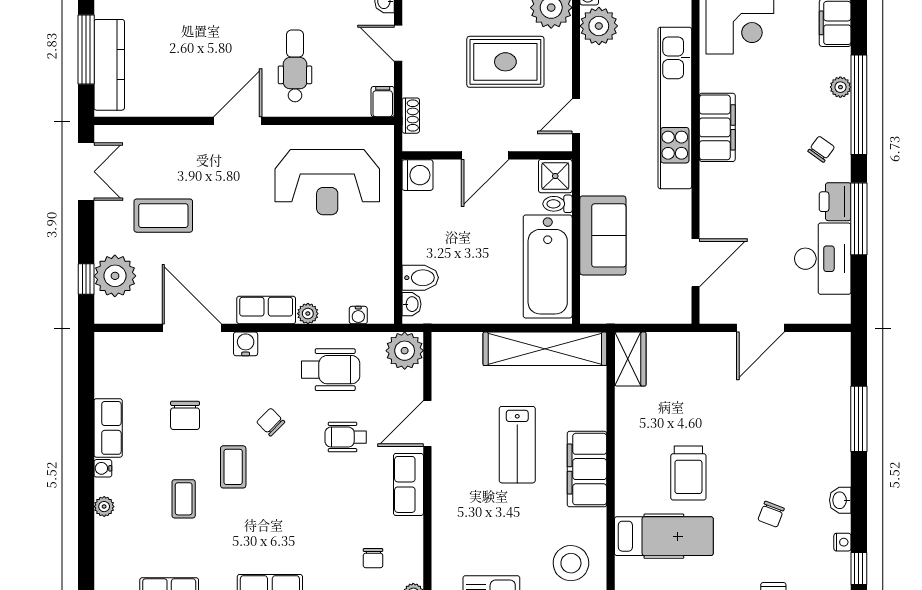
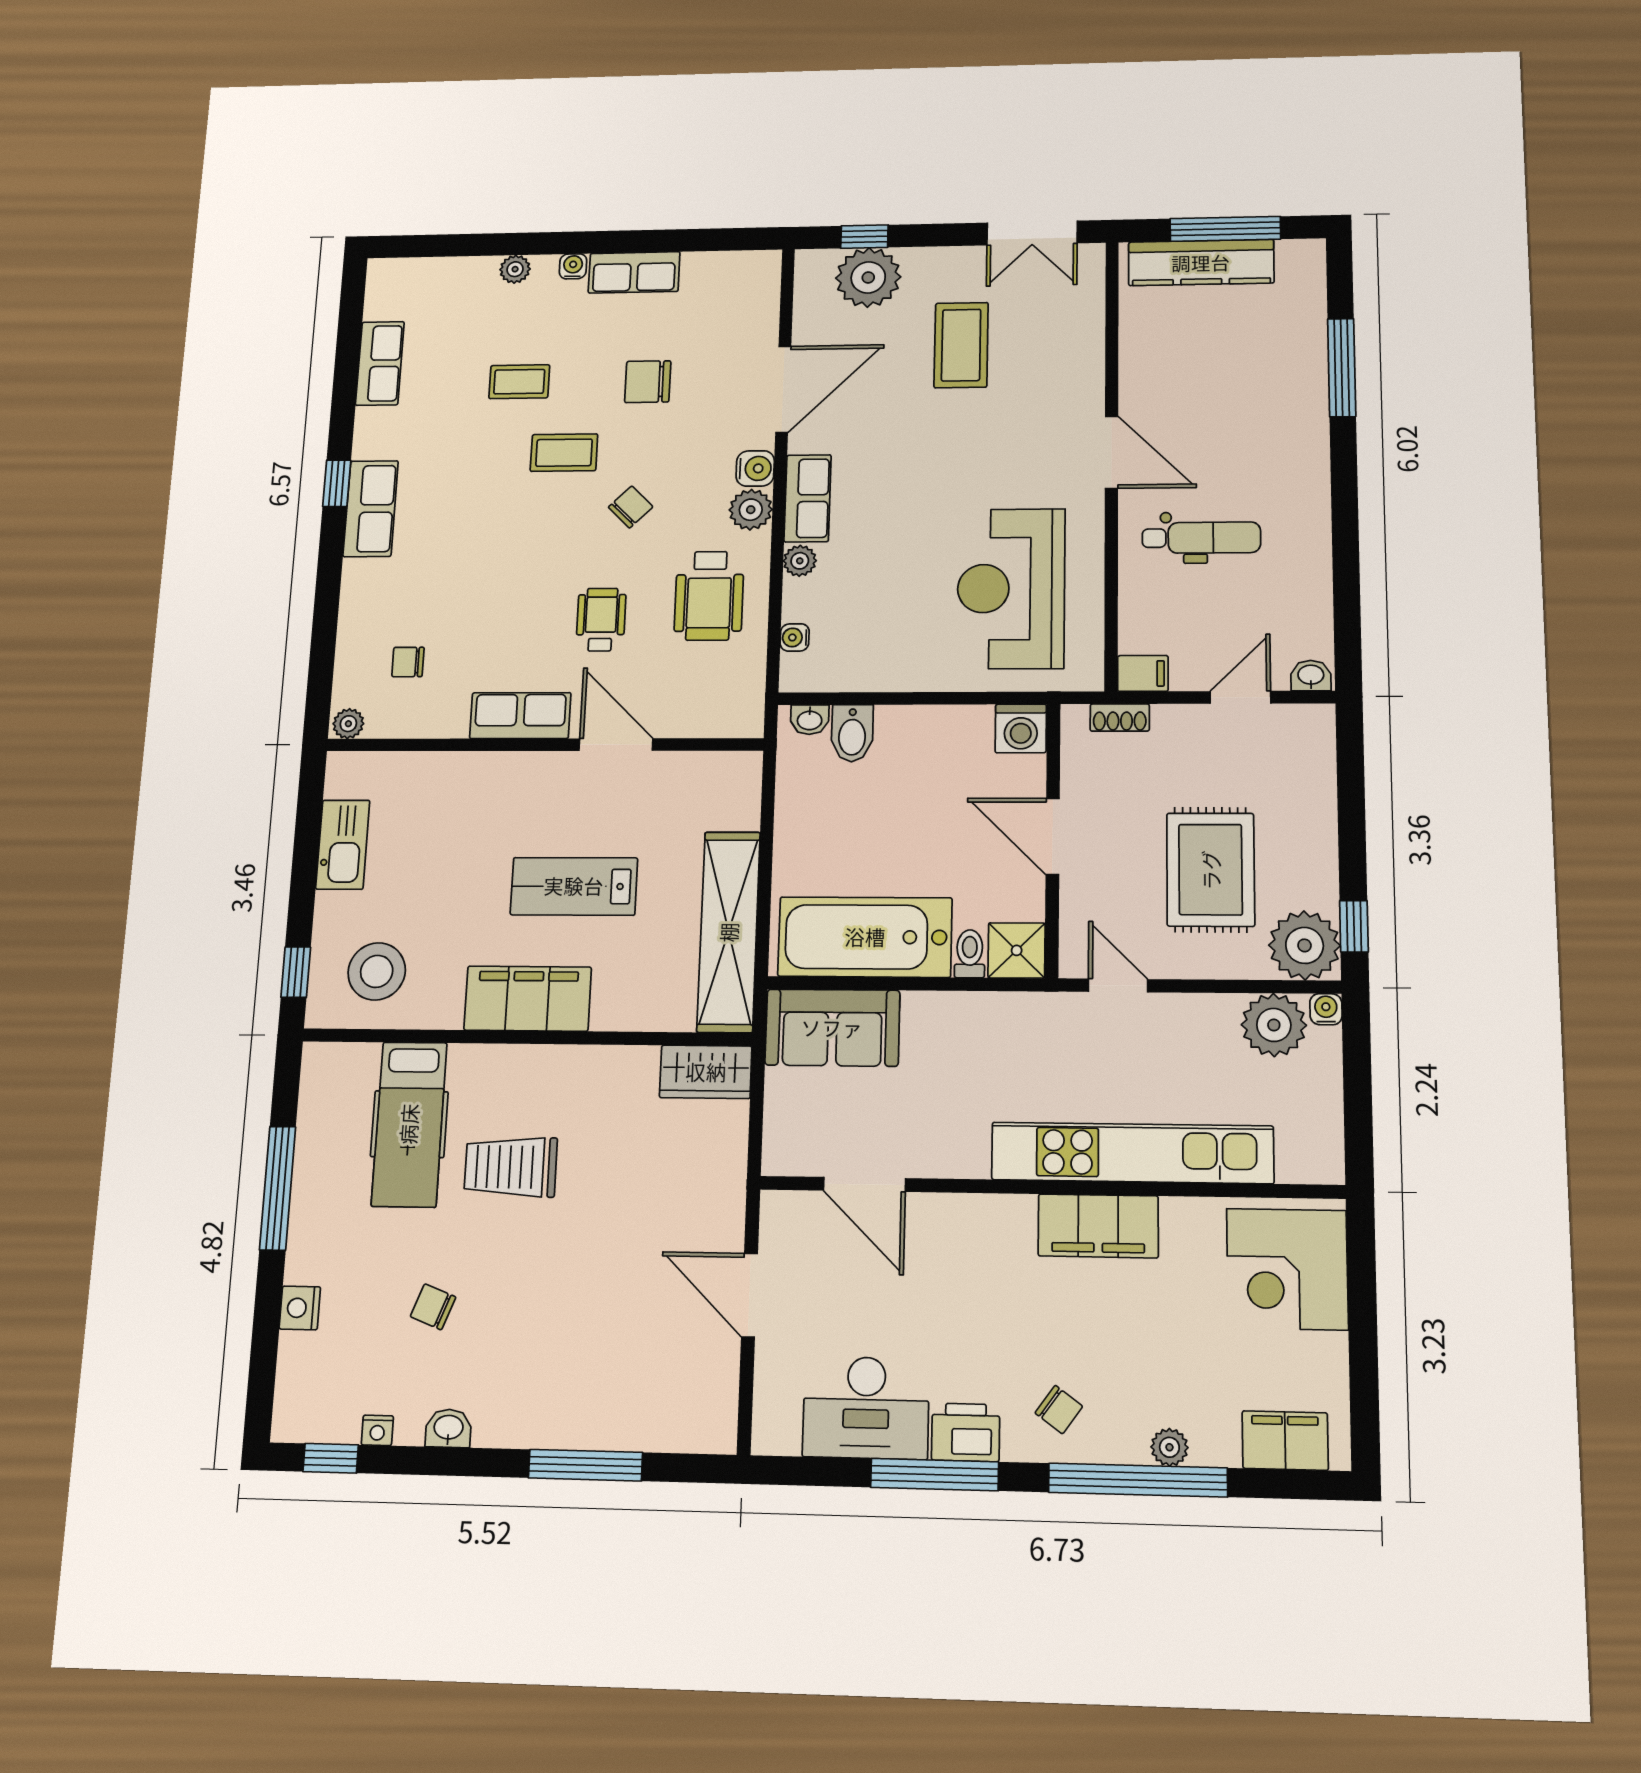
sofa: (603, 235) -> (832, 1028), moved
plant: (405, 351) -> (751, 510), moved, width x0.73, depth x0.73

